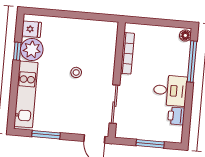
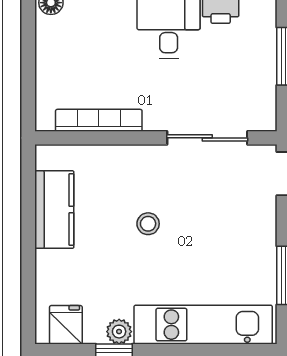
kitchen counter: (87, 28) -> (54, 210), added
plant: (32, 49) -> (119, 332), width x0.53, depth x0.53

